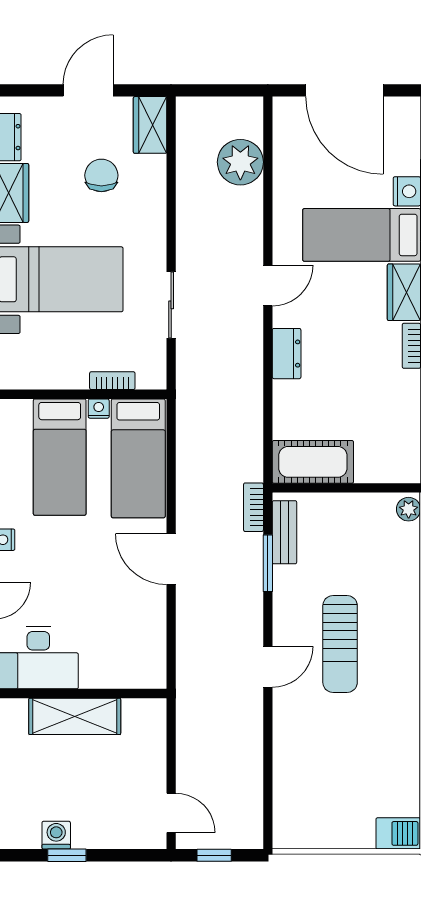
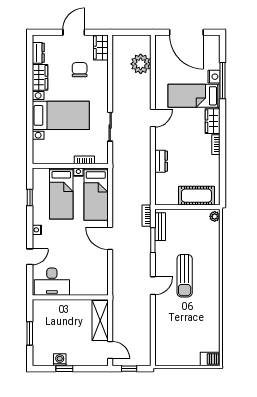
dresser: (287, 354) -> (161, 161), moved
cot: (313, 462) -> (196, 196), moved
shelving: (75, 716) -> (100, 321), moved, turned 90

